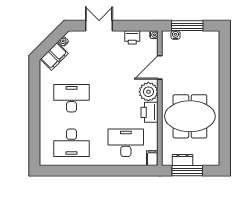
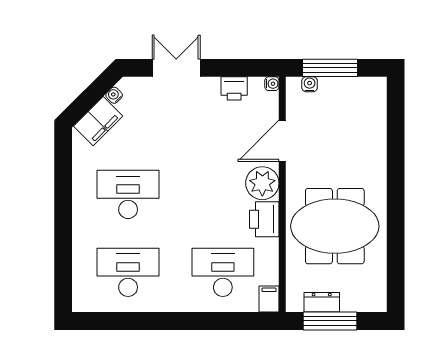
desk: (71, 143) -> (128, 272), turned 180

